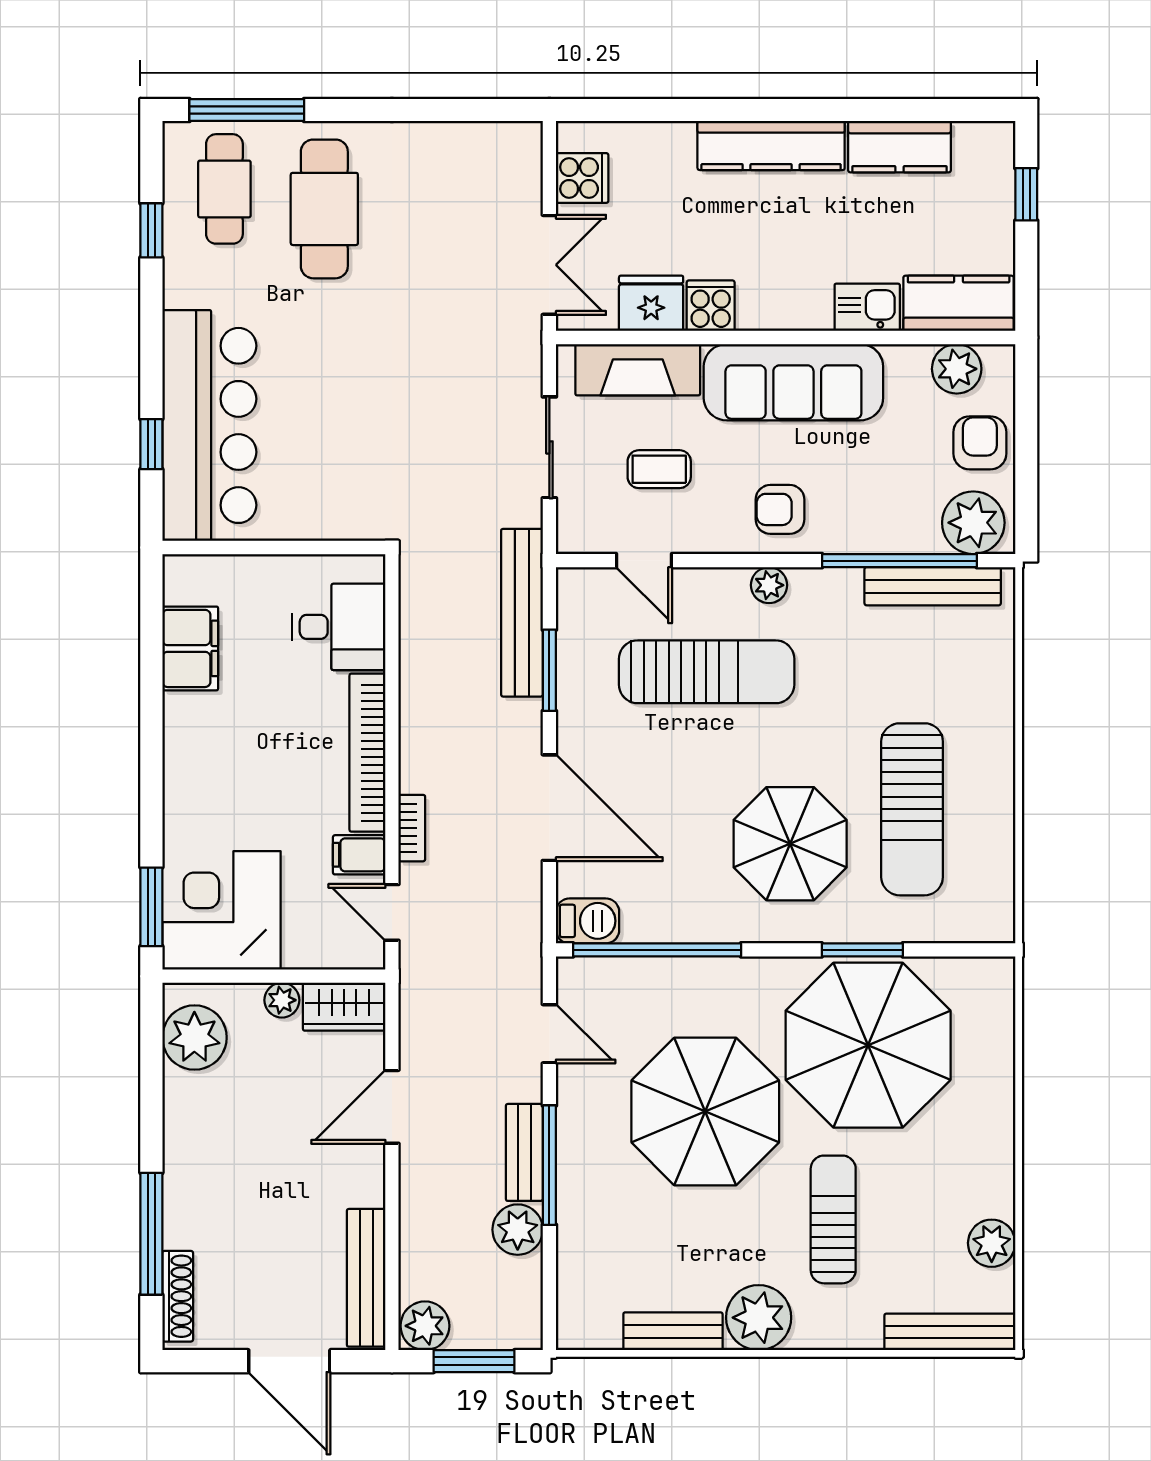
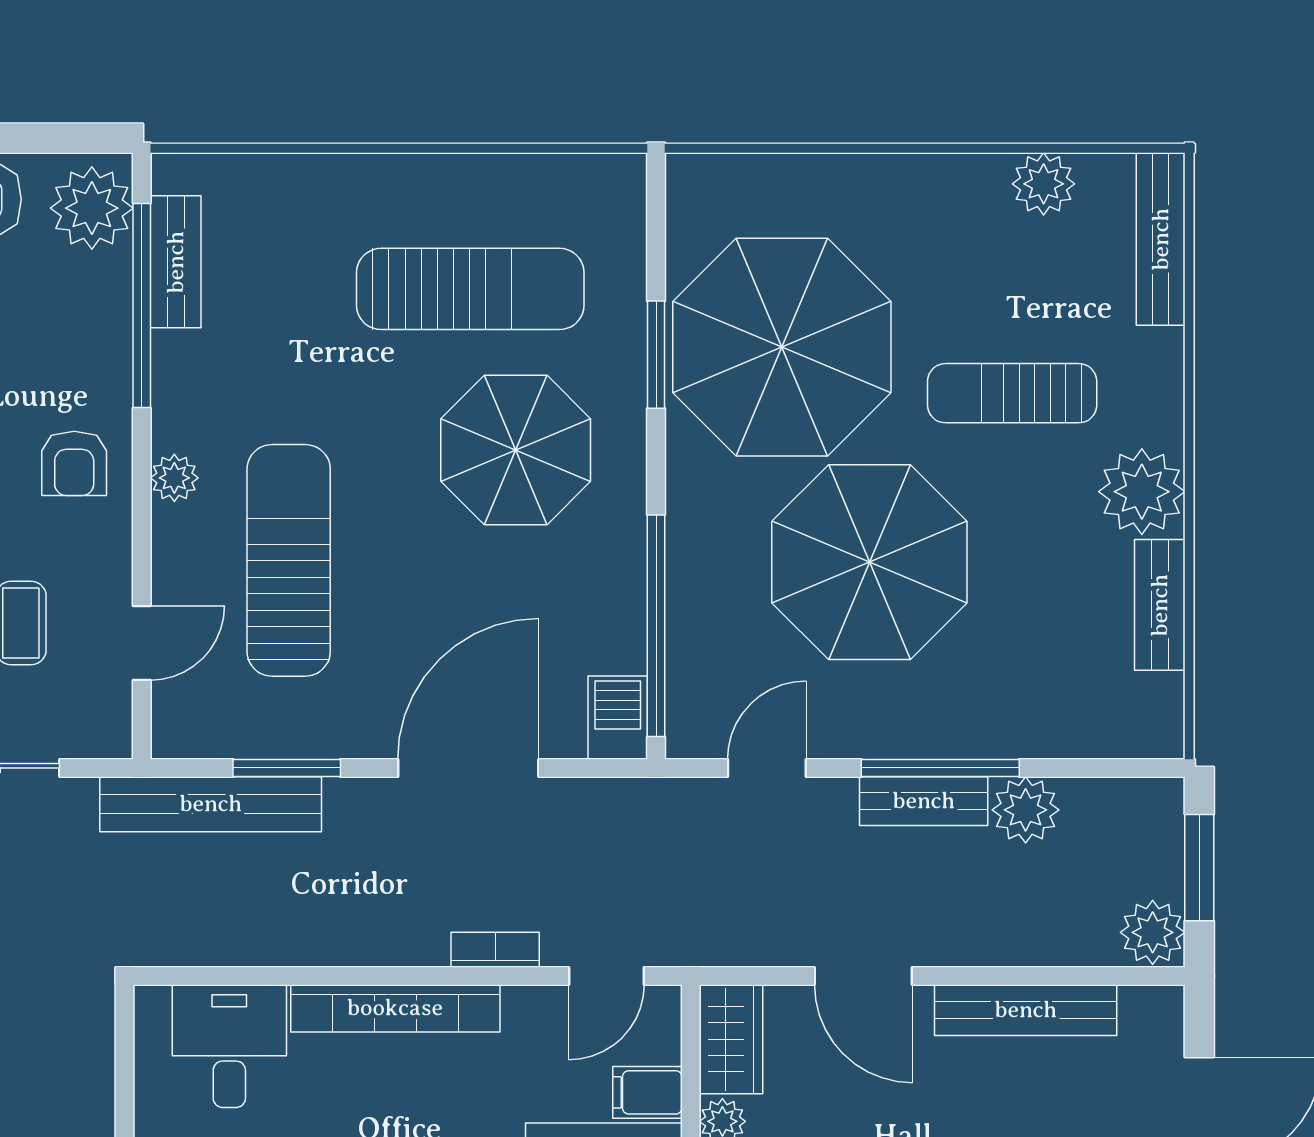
bench: (933, 586) -> (176, 262), width x0.73
filing cabinet: (359, 855) -> (647, 1092), moved, turned 90
bench: (366, 1278) -> (1026, 1010), moved

